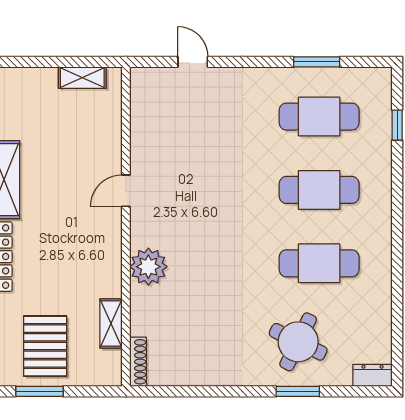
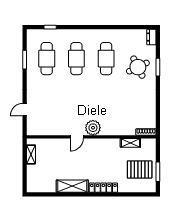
door: (126, 191) -> (77, 137), hinge flipped
plant: (148, 267) -> (93, 128), moved
round table: (298, 342) -> (138, 67), turned 38

